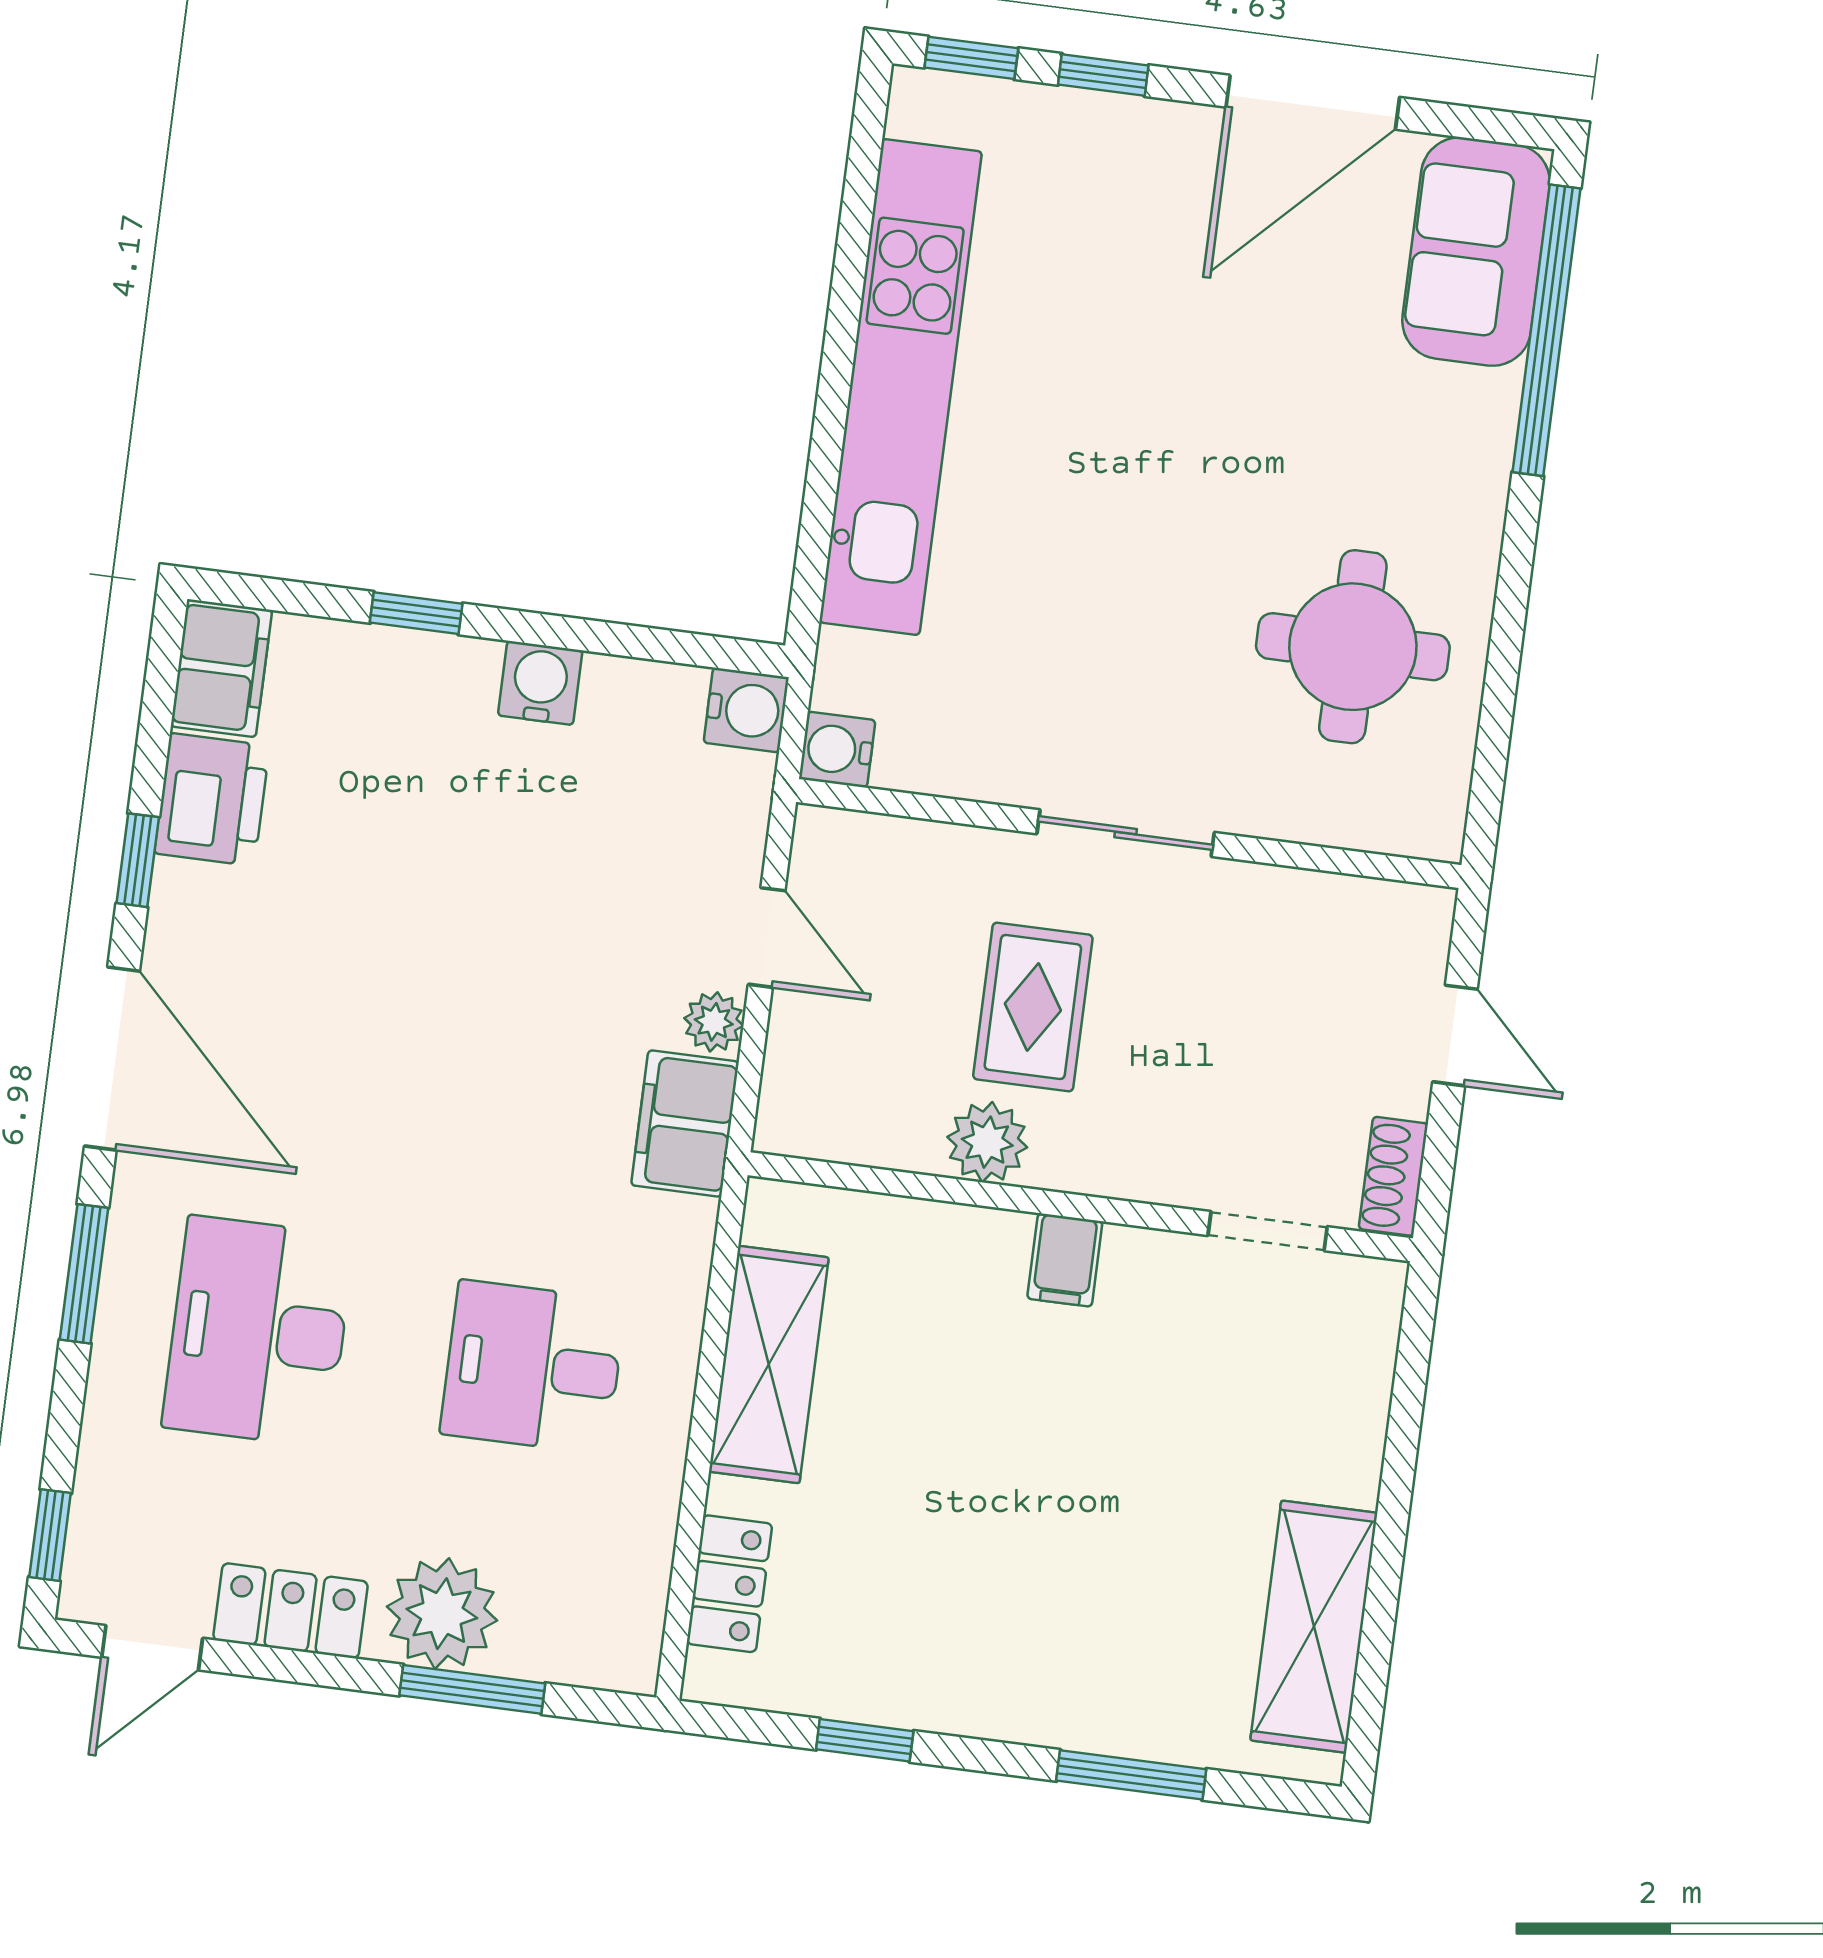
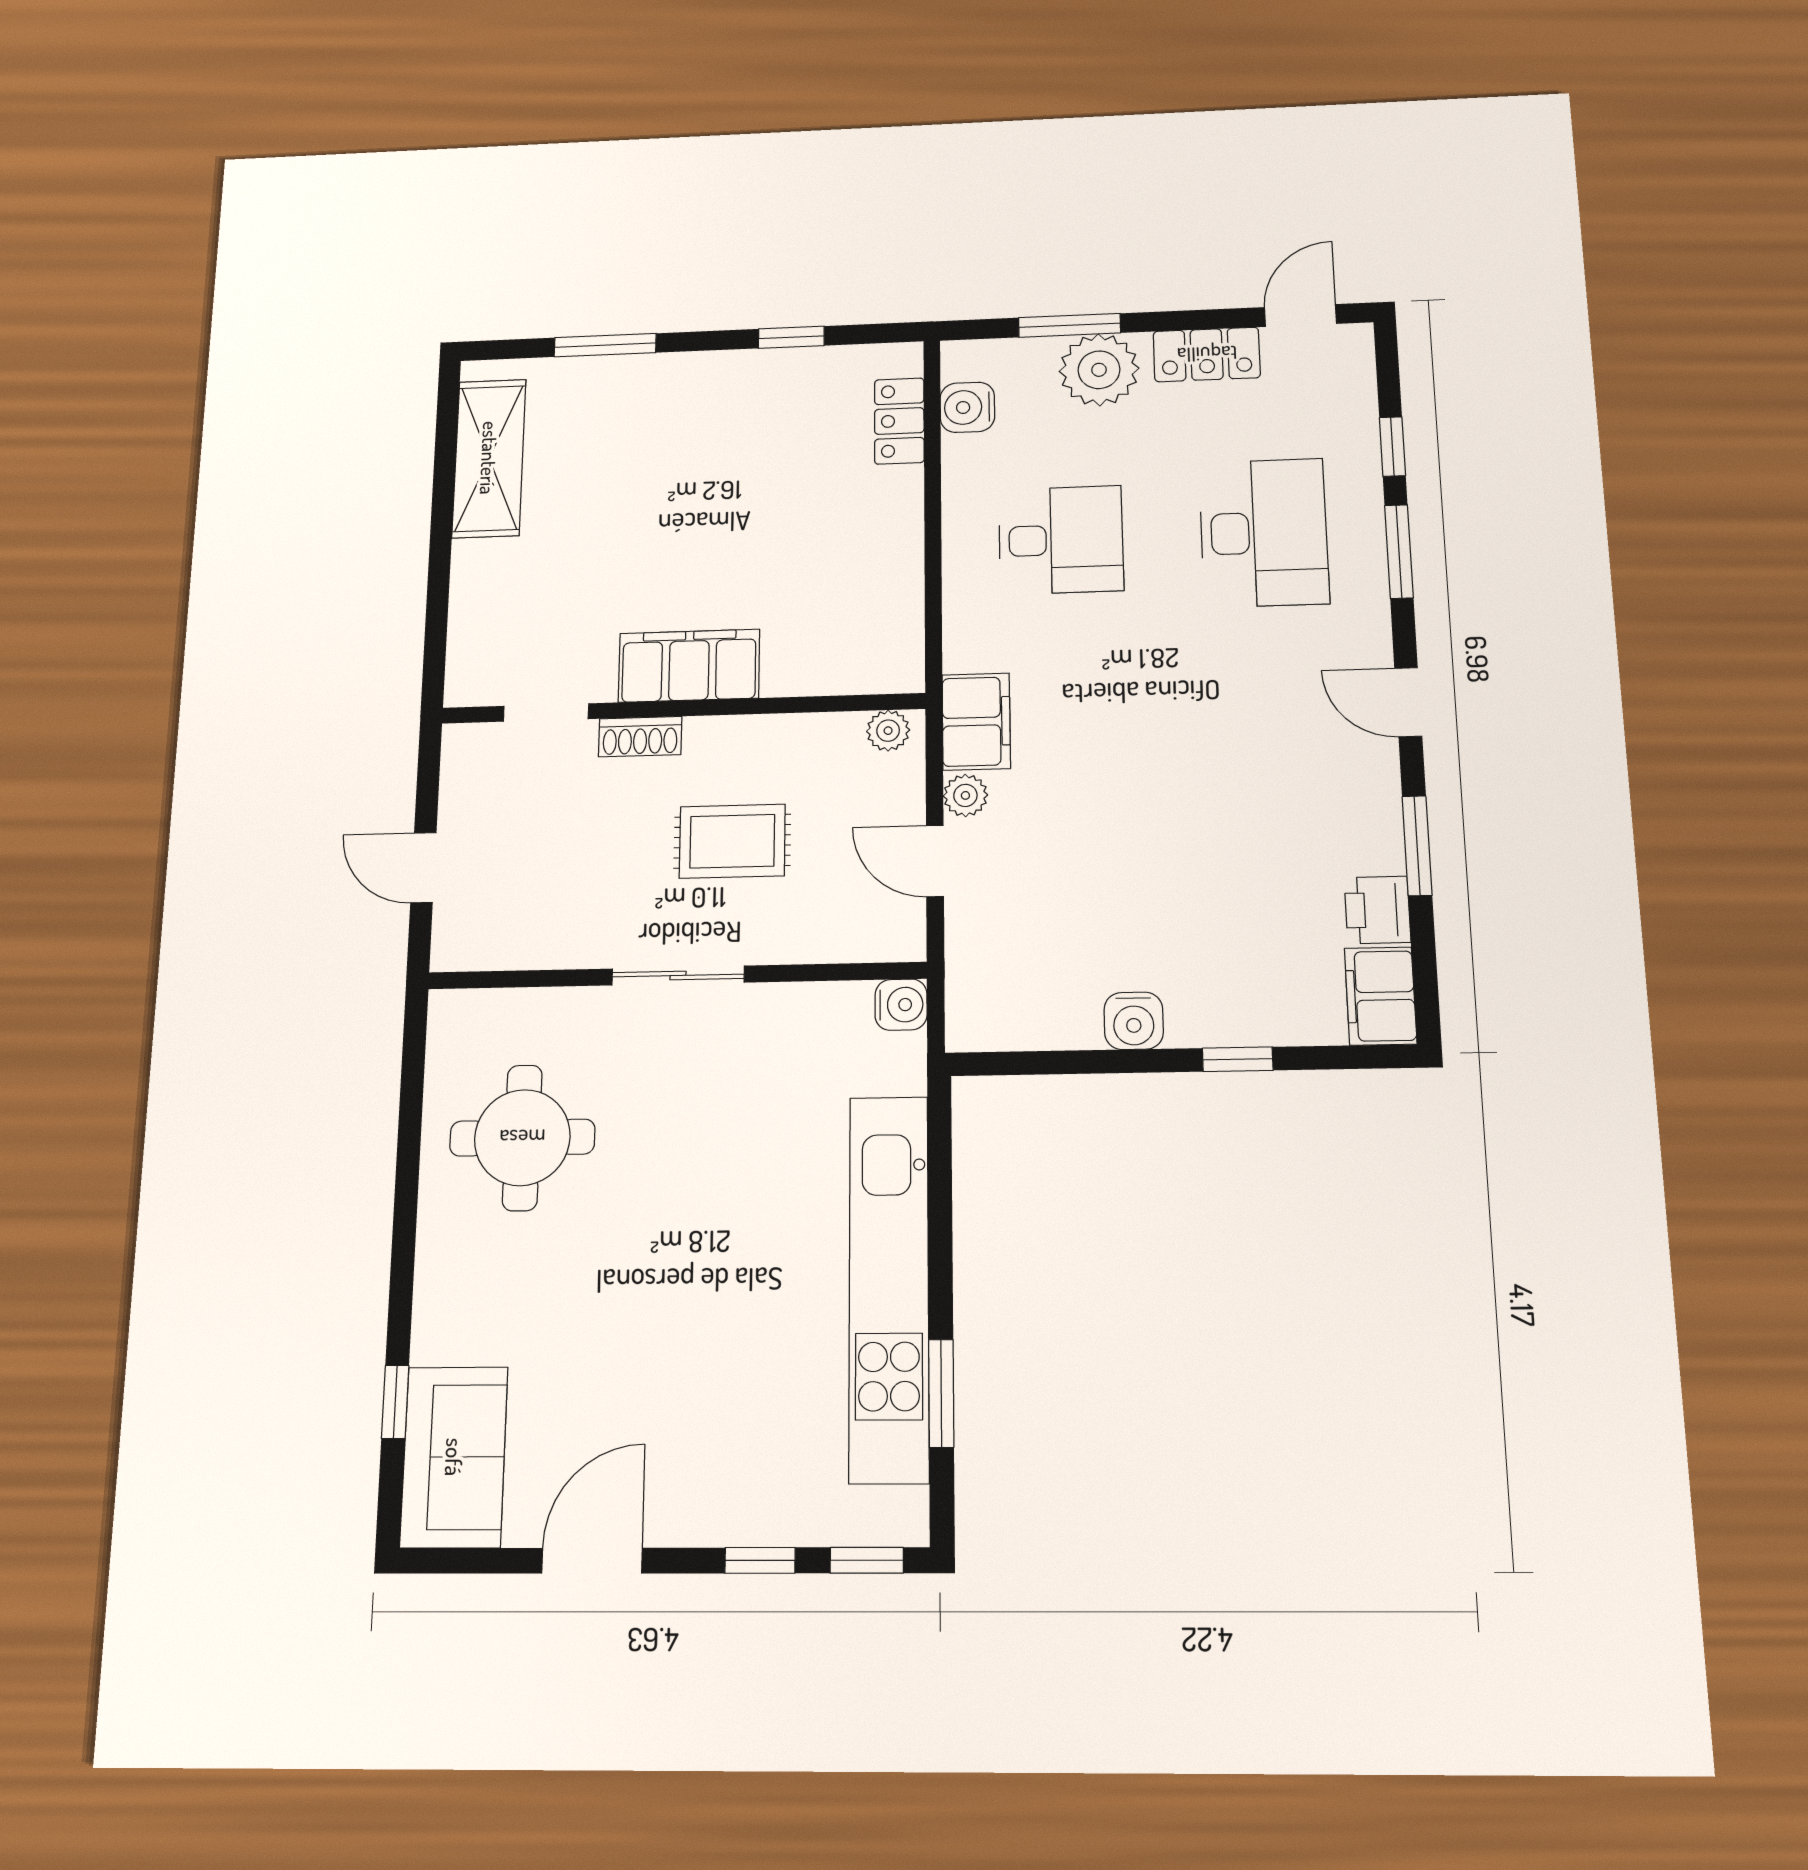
door: (1313, 102) -> (592, 1561), width x0.73
window: (853, 246) -> (941, 1393), added
window: (1547, 330) -> (395, 1402), width x0.32
water cooler: (746, 710) -> (967, 407), moved
printer: (212, 800) -> (1377, 910), width x0.73, depth x0.81
window: (138, 860) -> (1417, 846), width x1.50
rug: (1033, 1007) -> (732, 841), turned 90
door: (112, 1059) -> (1408, 702), width x0.53
plant: (987, 1142) -> (888, 731), moved, width x0.73, depth x0.73
shoe rack: (1393, 1176) -> (640, 737), moved, turned 90
filing cabinet: (1065, 1260) -> (689, 666), width x3.00, depth x1.17
shelving: (769, 1365) -> (892, 568), removed
window: (50, 1535) -> (1392, 447), moved

